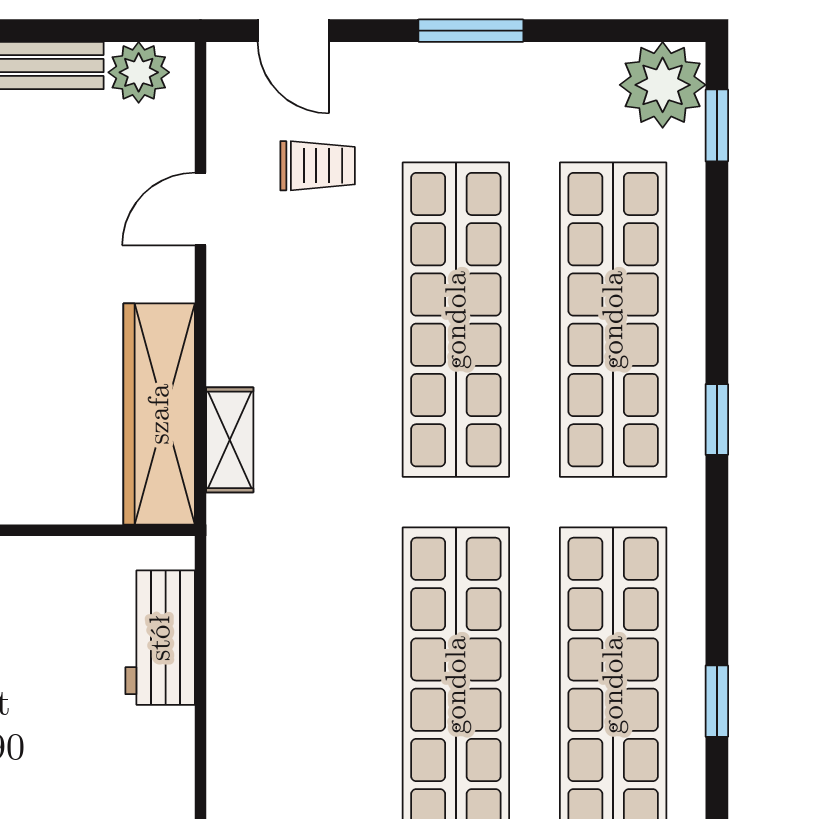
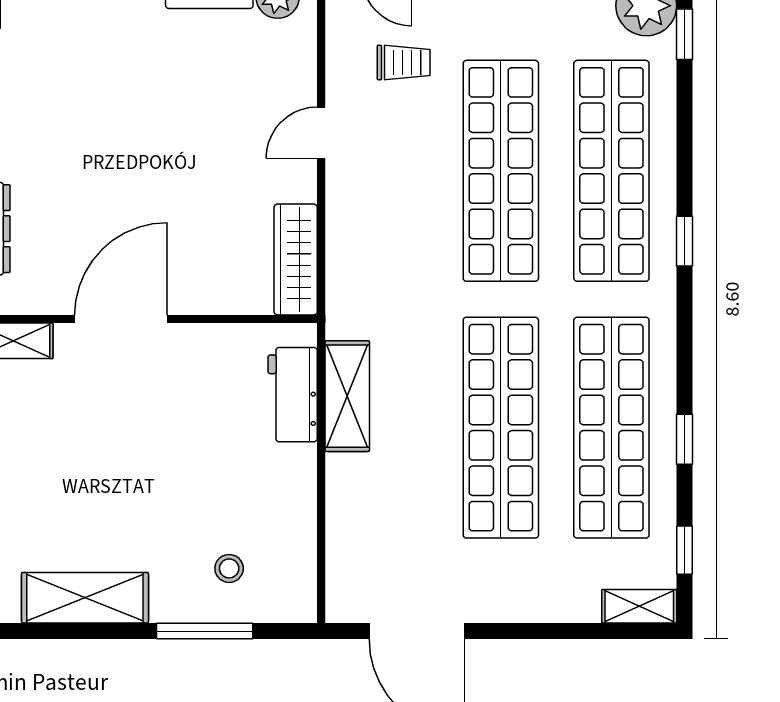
door: (200, 209) -> (321, 133), moved
wardrobe: (159, 414) -> (296, 259), width x0.71, depth x0.85
shelving: (230, 440) -> (347, 396), moved, width x1.50, depth x1.33

